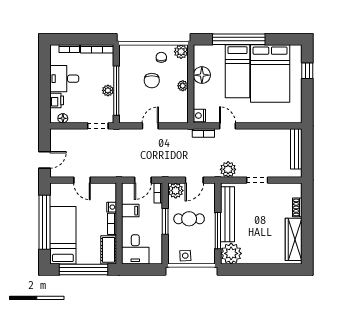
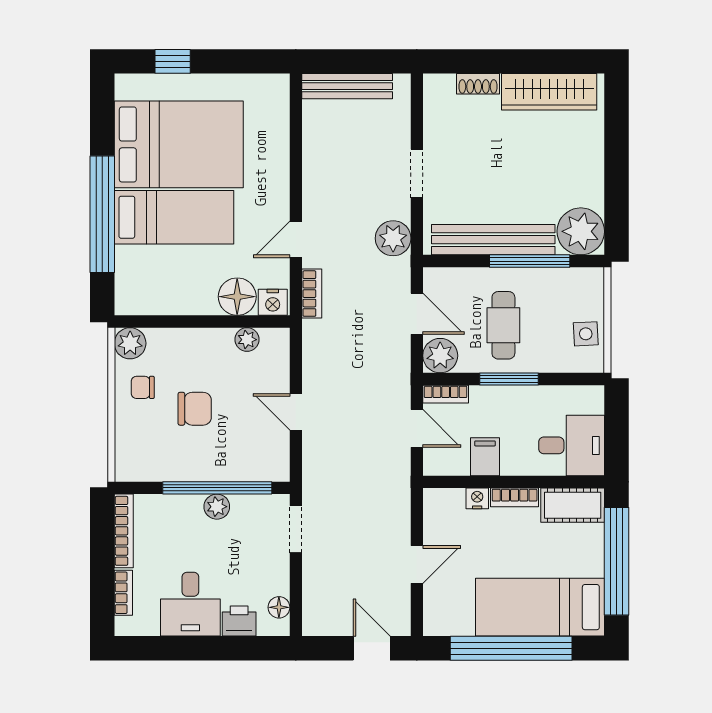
floor lamp: (202, 75) -> (237, 297), moved
plant: (183, 86) -> (247, 340), moved

